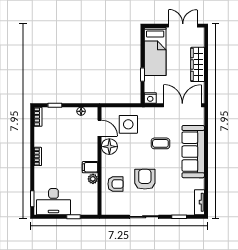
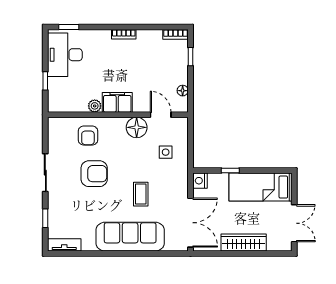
side table: (128, 124) -> (166, 152), width x0.54, depth x0.54
door: (100, 128) -> (161, 115), swing flipped
filing cabinet: (90, 167) -> (117, 102), width x2.00

